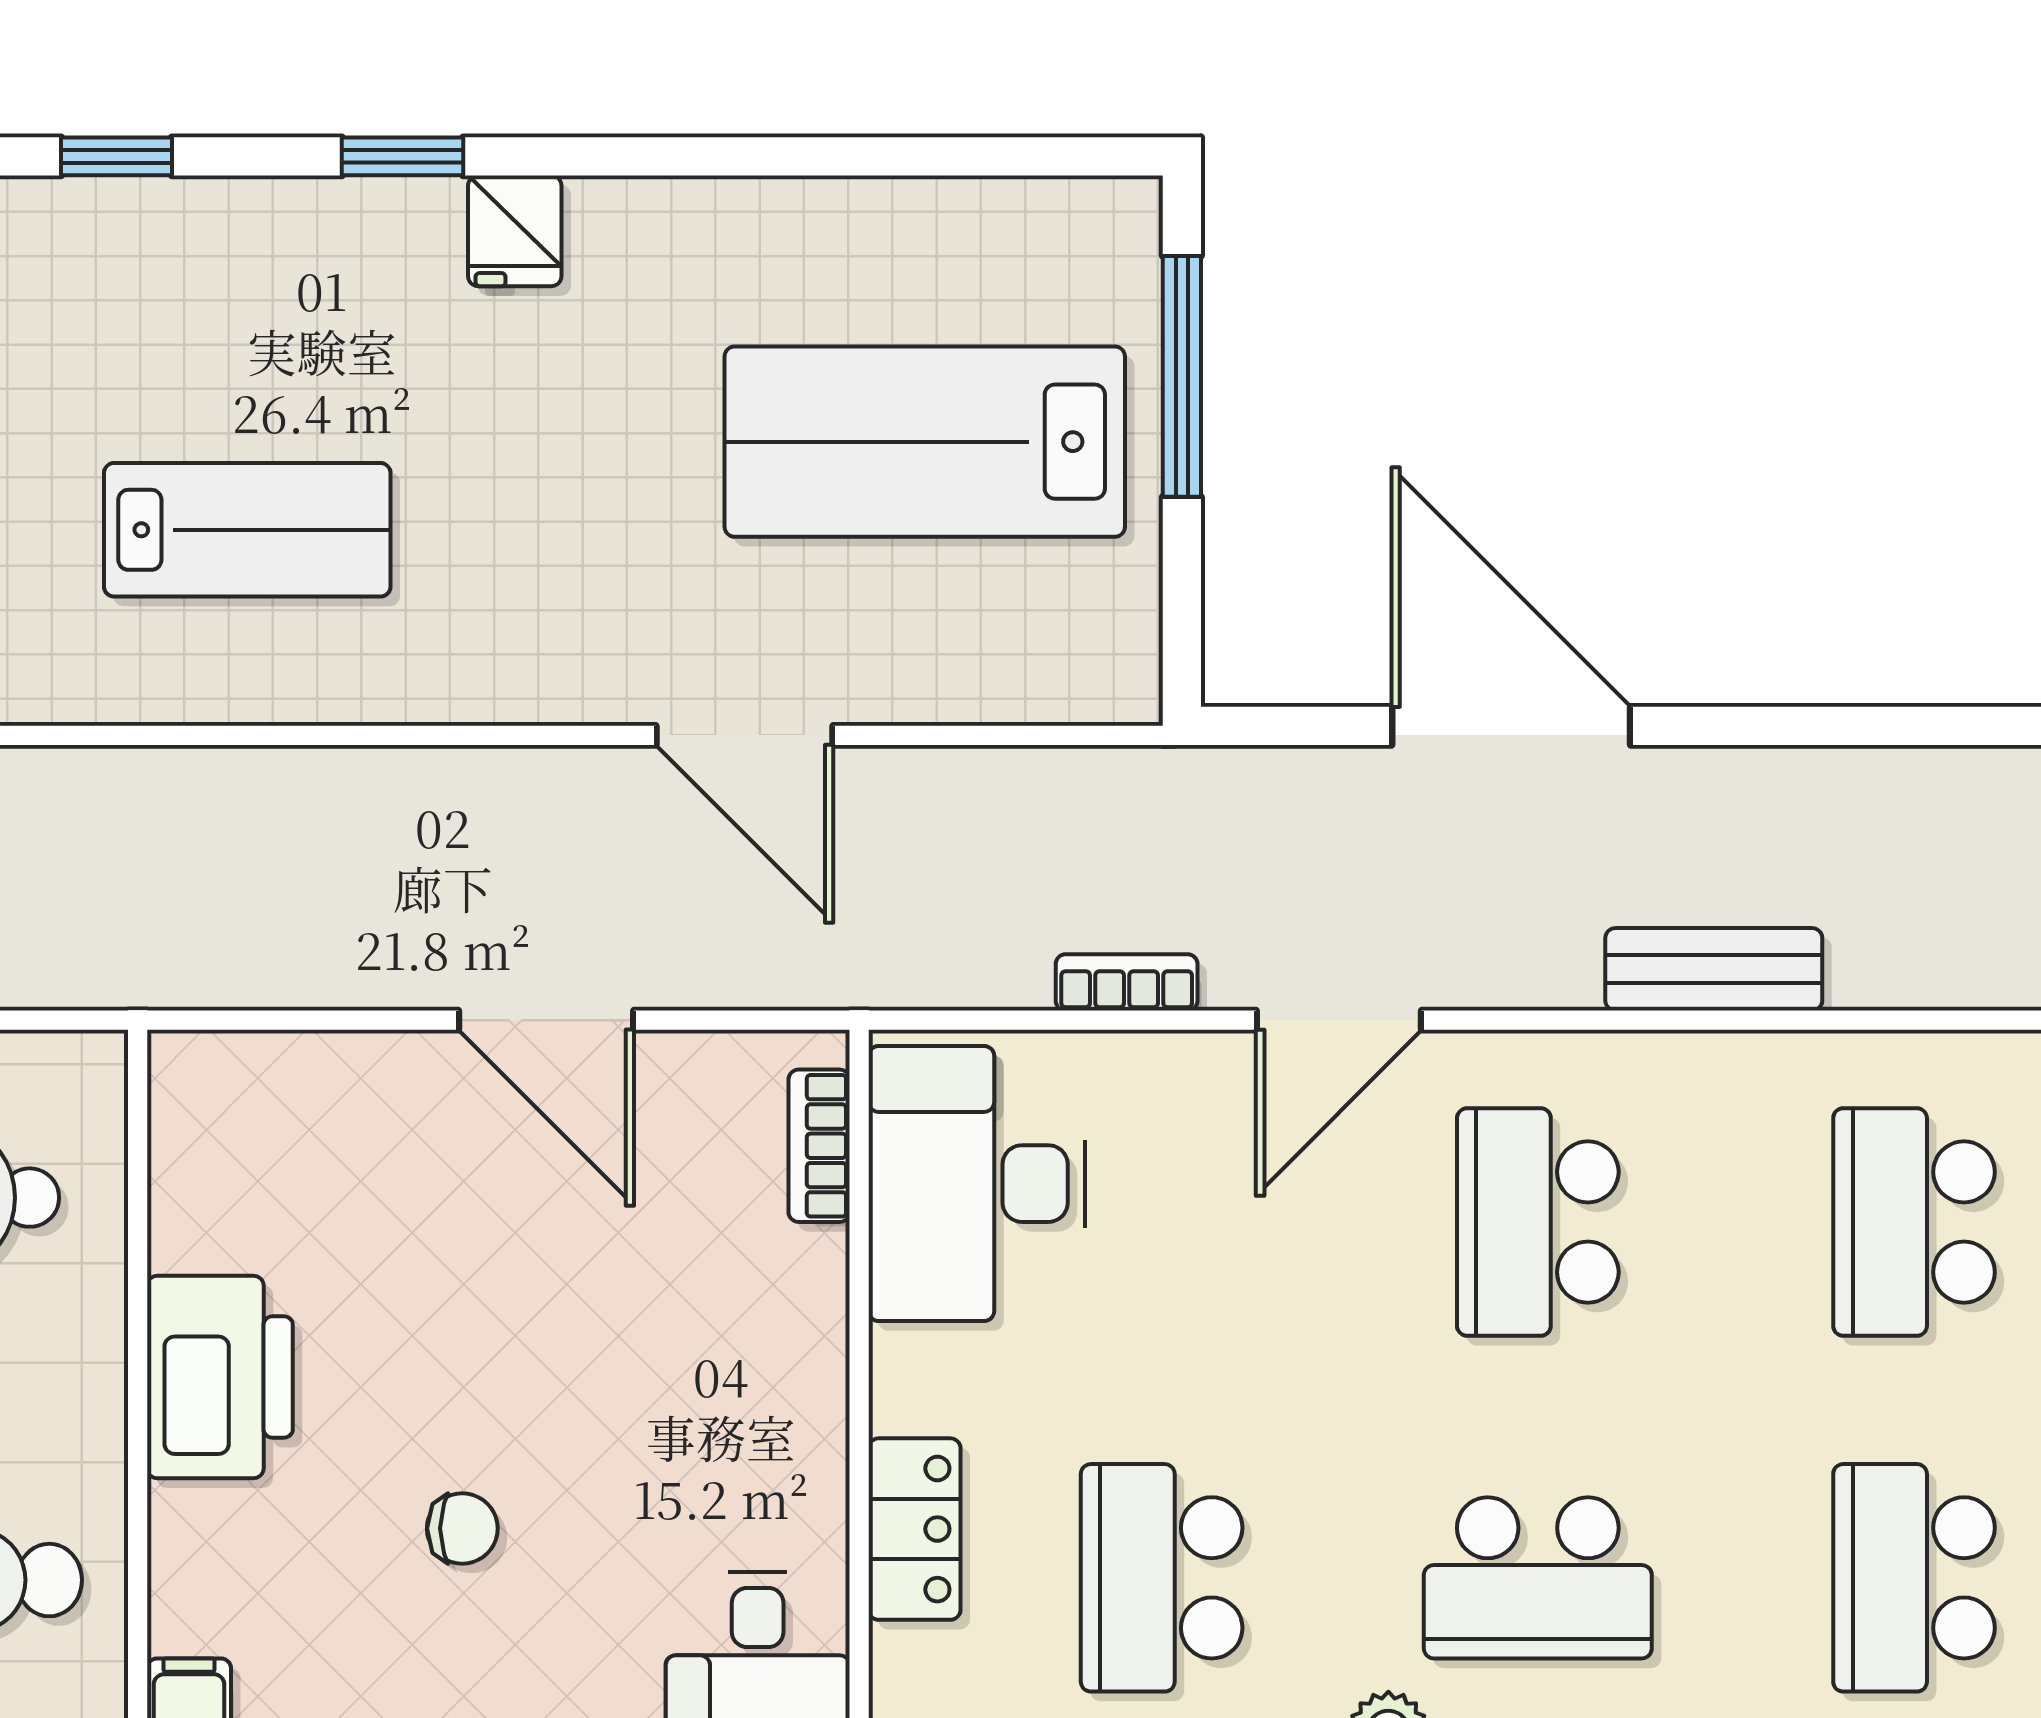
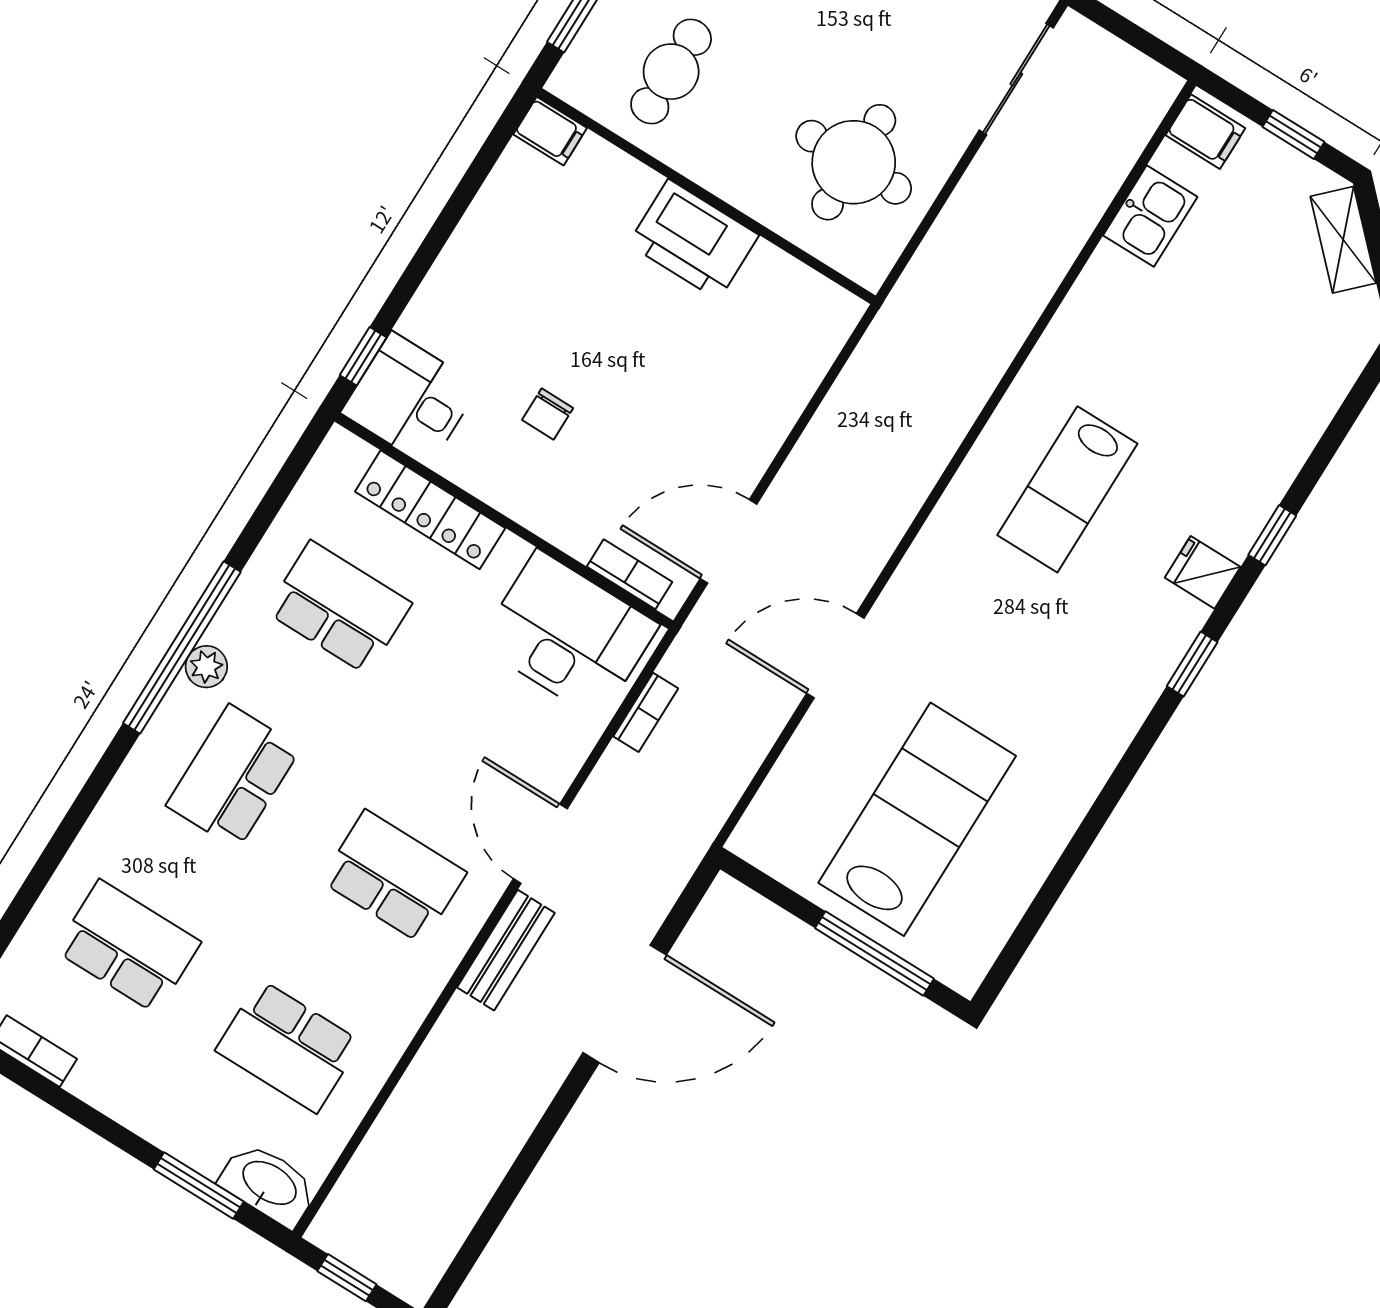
fridge: (515, 231) -> (1203, 572), moved
bench: (1714, 969) -> (506, 950), moved
bookcase: (1127, 982) -> (646, 712), moved
door: (546, 1020) -> (729, 541), moved
school desk: (1914, 1222) -> (288, 1046), turned 180
chair: (462, 1528) -> (548, 414), moved
locker: (914, 1529) -> (430, 510), width x1.53

